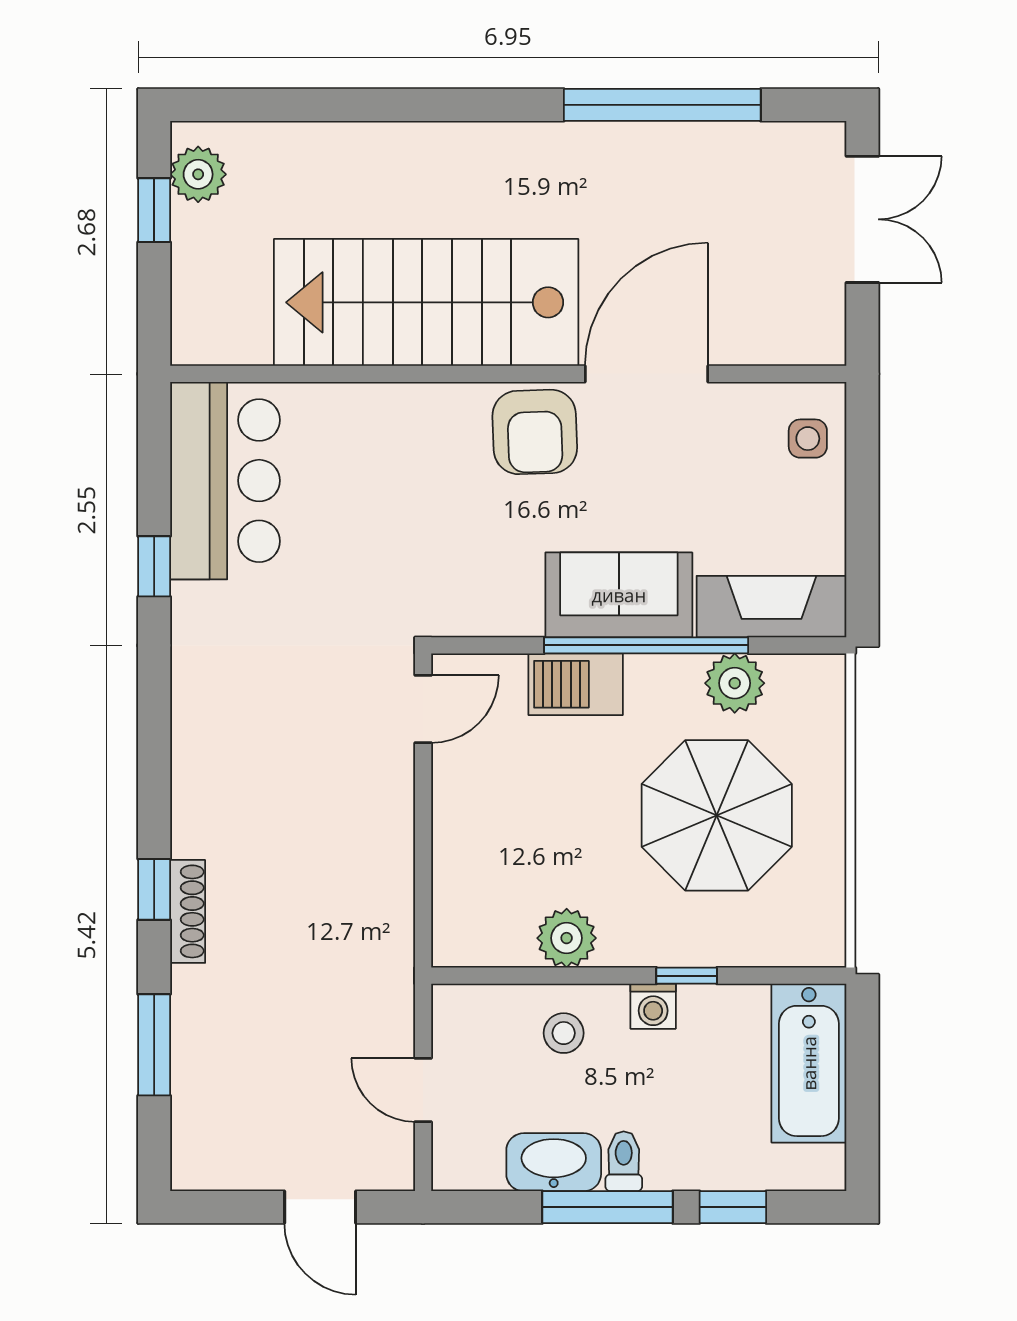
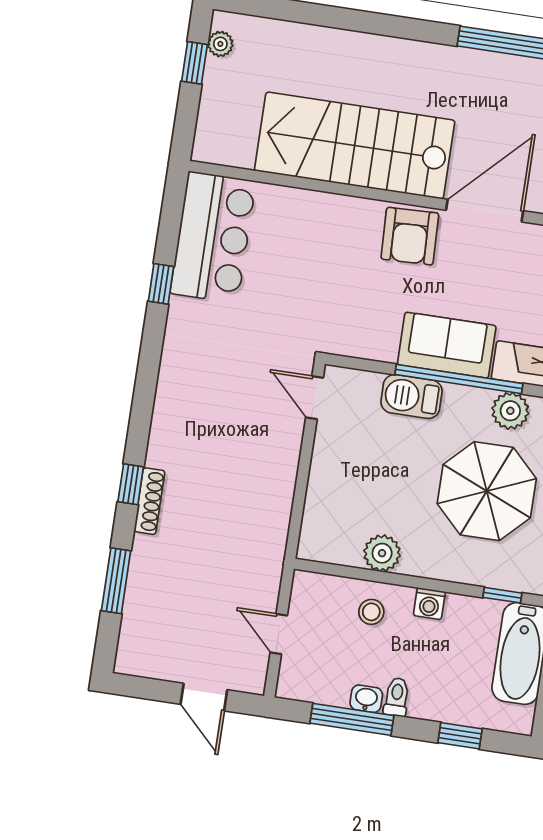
plant: (198, 174) -> (220, 44), width x0.73, depth x0.73
door: (423, 709) -> (314, 398), swing flipped
window: (687, 976) -> (502, 595), moved
washbasin: (554, 1162) -> (366, 699), width x0.52, depth x0.69
window: (607, 1207) -> (352, 719), moved

